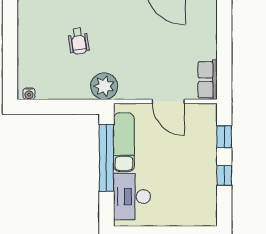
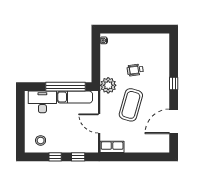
coffee table: (137, 48) -> (131, 105), added
door: (168, 101) -> (99, 123), hinge flipped
stool: (197, 200) -> (41, 140), added

